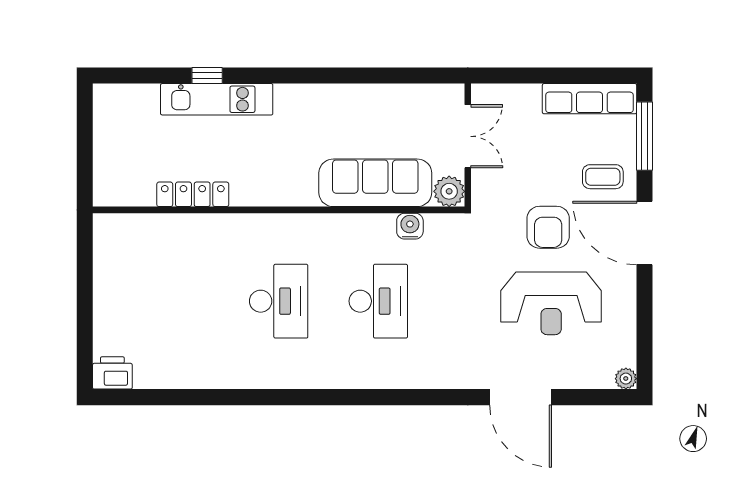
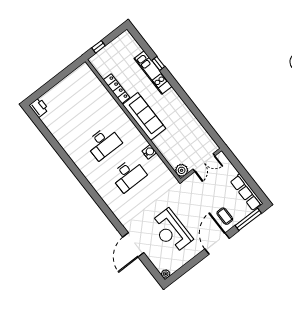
window: (85, 166) -> (98, 47), added
sofa: (375, 183) -> (144, 117), moved
water cooler: (410, 226) -> (149, 152), moved
armchair: (548, 227) -> (195, 211), removed

